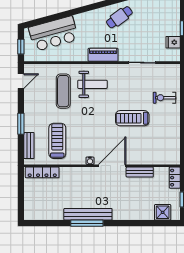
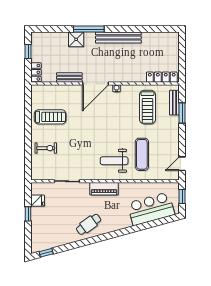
treadmill: (132, 118) -> (50, 117), moved
window: (21, 124) -> (182, 113), moved
shower: (163, 212) -> (76, 39), moved
window: (87, 223) -> (89, 29), moved

